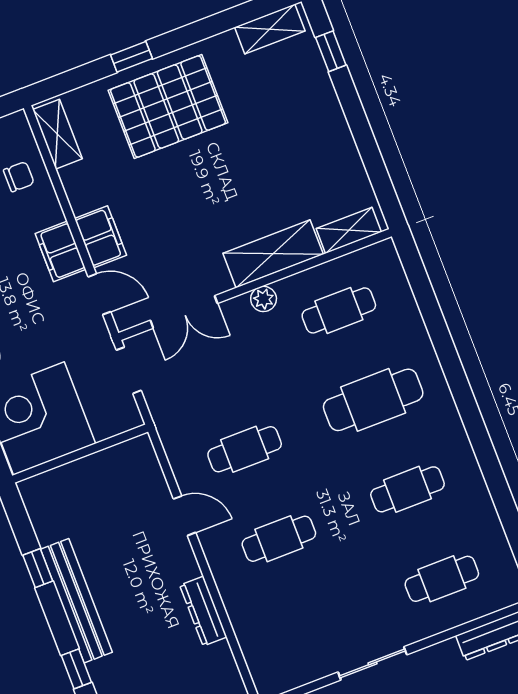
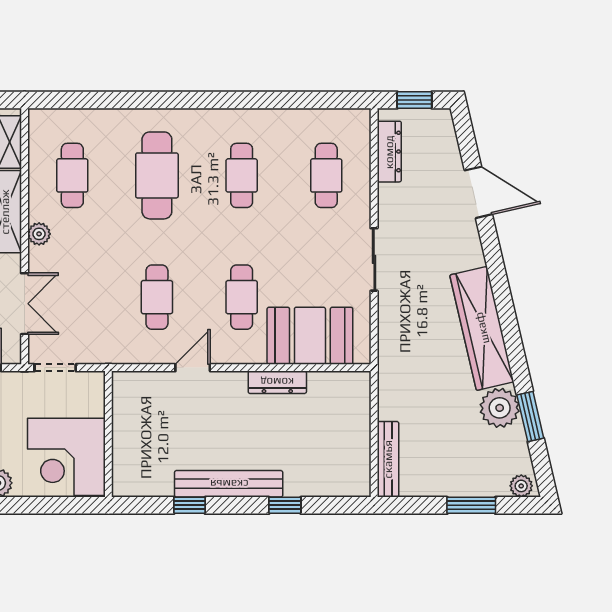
booth: (266, 627) -> (310, 336), added

